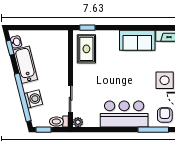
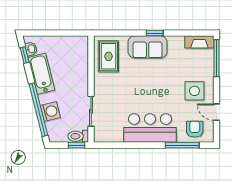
window: (87, 28) -> (155, 33), moved
sofa: (137, 40) -> (148, 47), moved
plant: (78, 122) -> (99, 137), removed
window: (44, 130) -> (77, 145), moved

